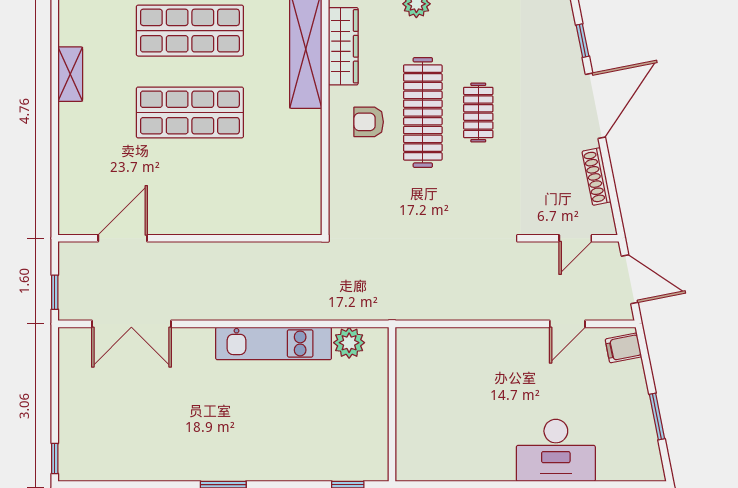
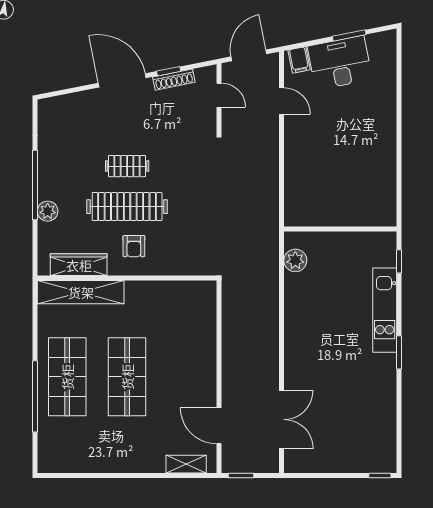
window: (582, 41) -> (169, 71), moved
shelving: (70, 74) -> (186, 464), moved
window: (55, 292) -> (241, 476), moved
kitchen unit: (274, 343) -> (385, 310), moved, turned 180
desk: (556, 450) -> (340, 63), moved, turned -101

